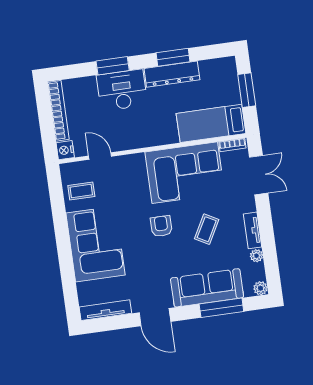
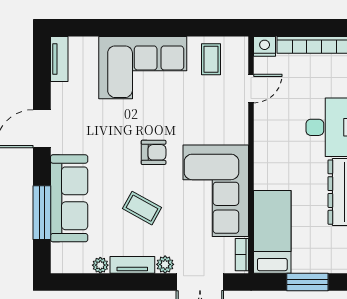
plant: (260, 288) -> (165, 264), moved
tv unit: (105, 310) -> (59, 59), width x0.71

